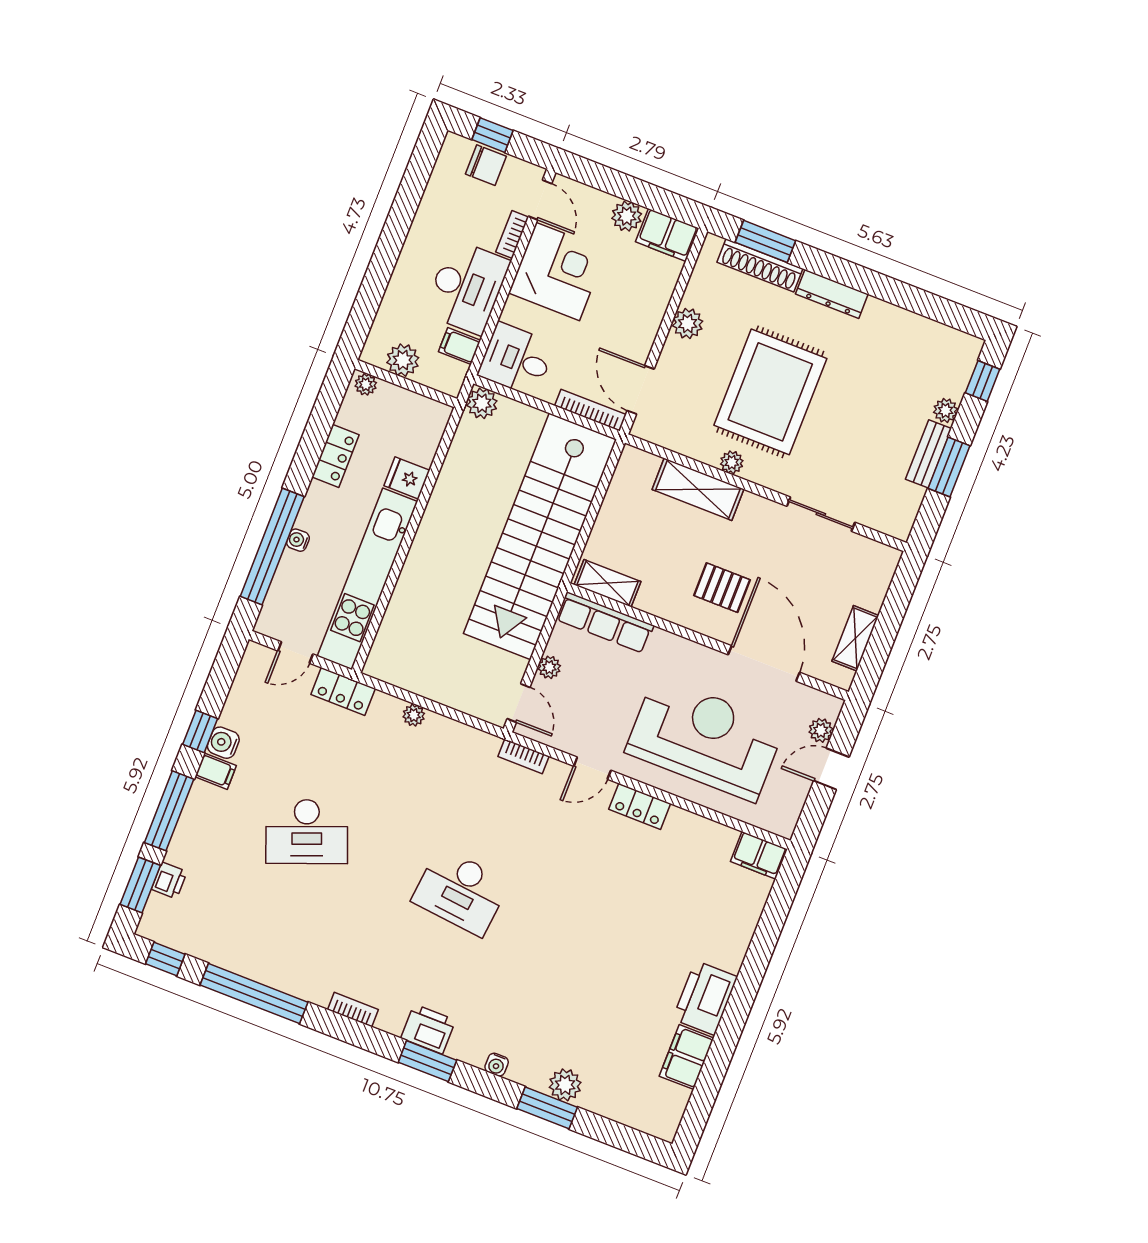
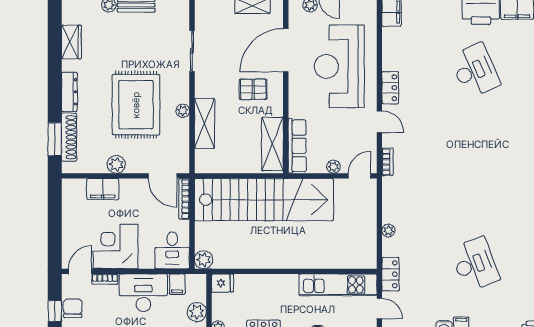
plant: (627, 216) -> (71, 220), removed
filing cabinet: (667, 235) -> (103, 189), moved, turned 90
wardrobe: (910, 328) -> (71, 42), added
door: (641, 390) -> (162, 176), hinge flipped
rug: (770, 392) -> (136, 105), turned 90
fridge: (407, 478) -> (223, 283), moved, turned -90
kitchen unit: (367, 579) -> (338, 285), width x0.73
shelving: (608, 583) -> (272, 144), width x1.50, depth x1.33
pallet: (722, 588) -> (253, 89), turned 90
desk: (461, 892) -> (475, 71), moved, turned -30

